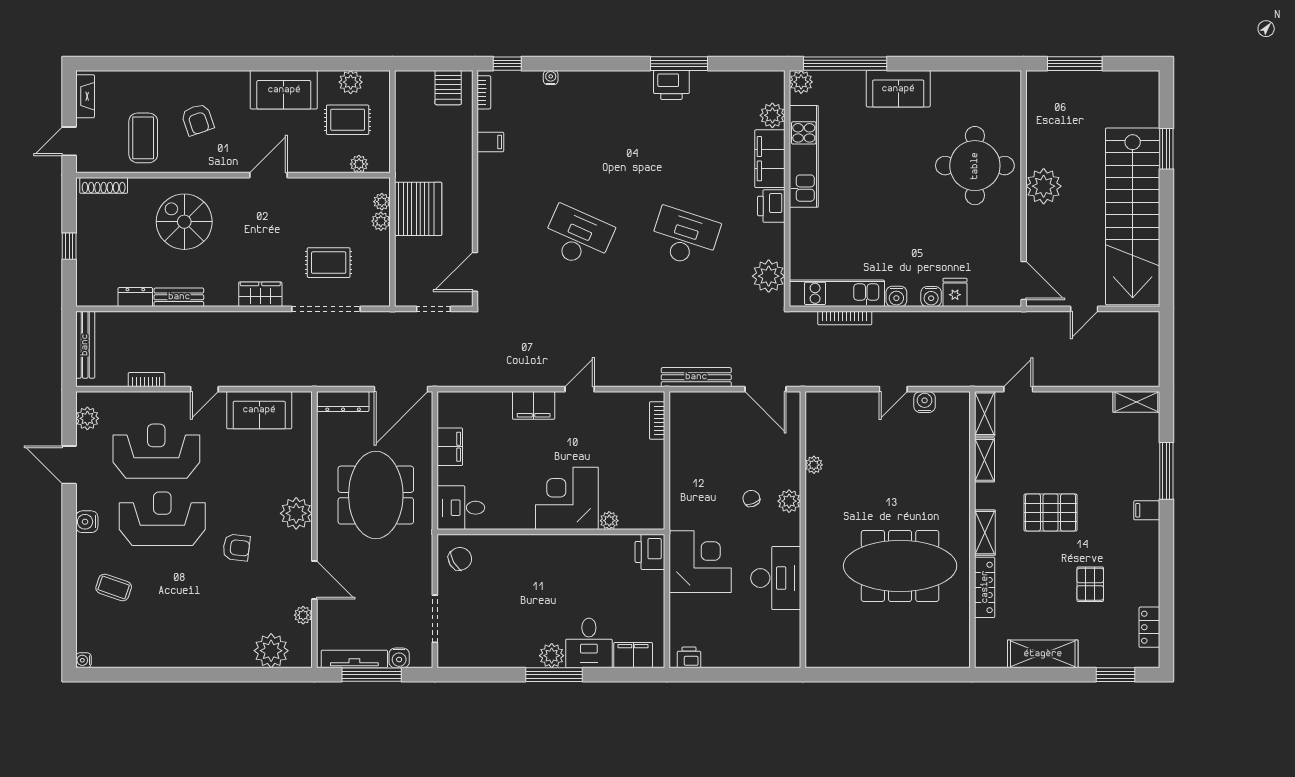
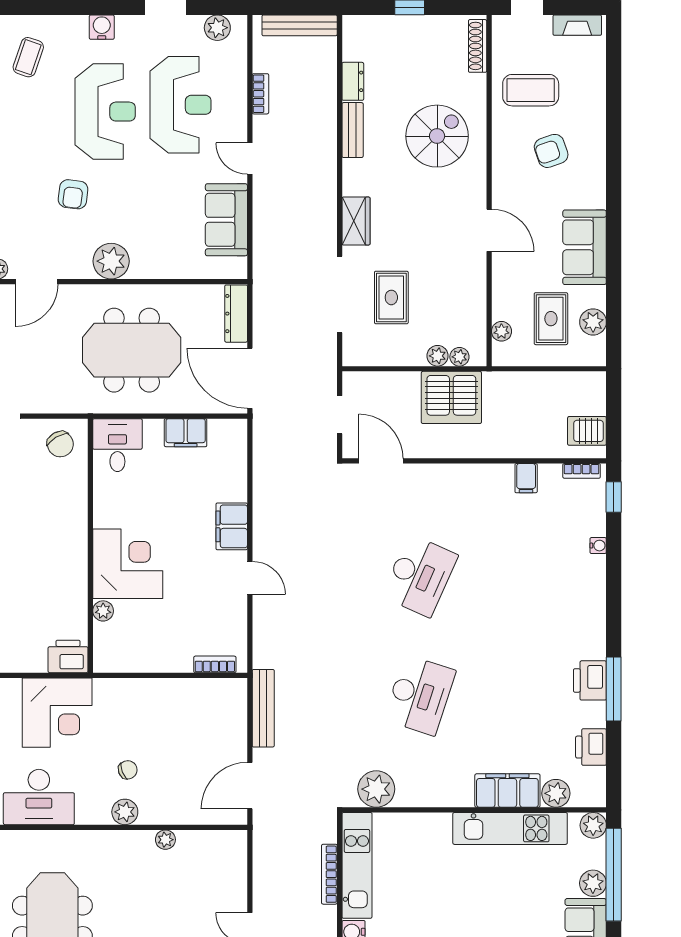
plant: (853, 82) -> (593, 883), added
printer: (771, 206) -> (591, 747), moved, turned -90

